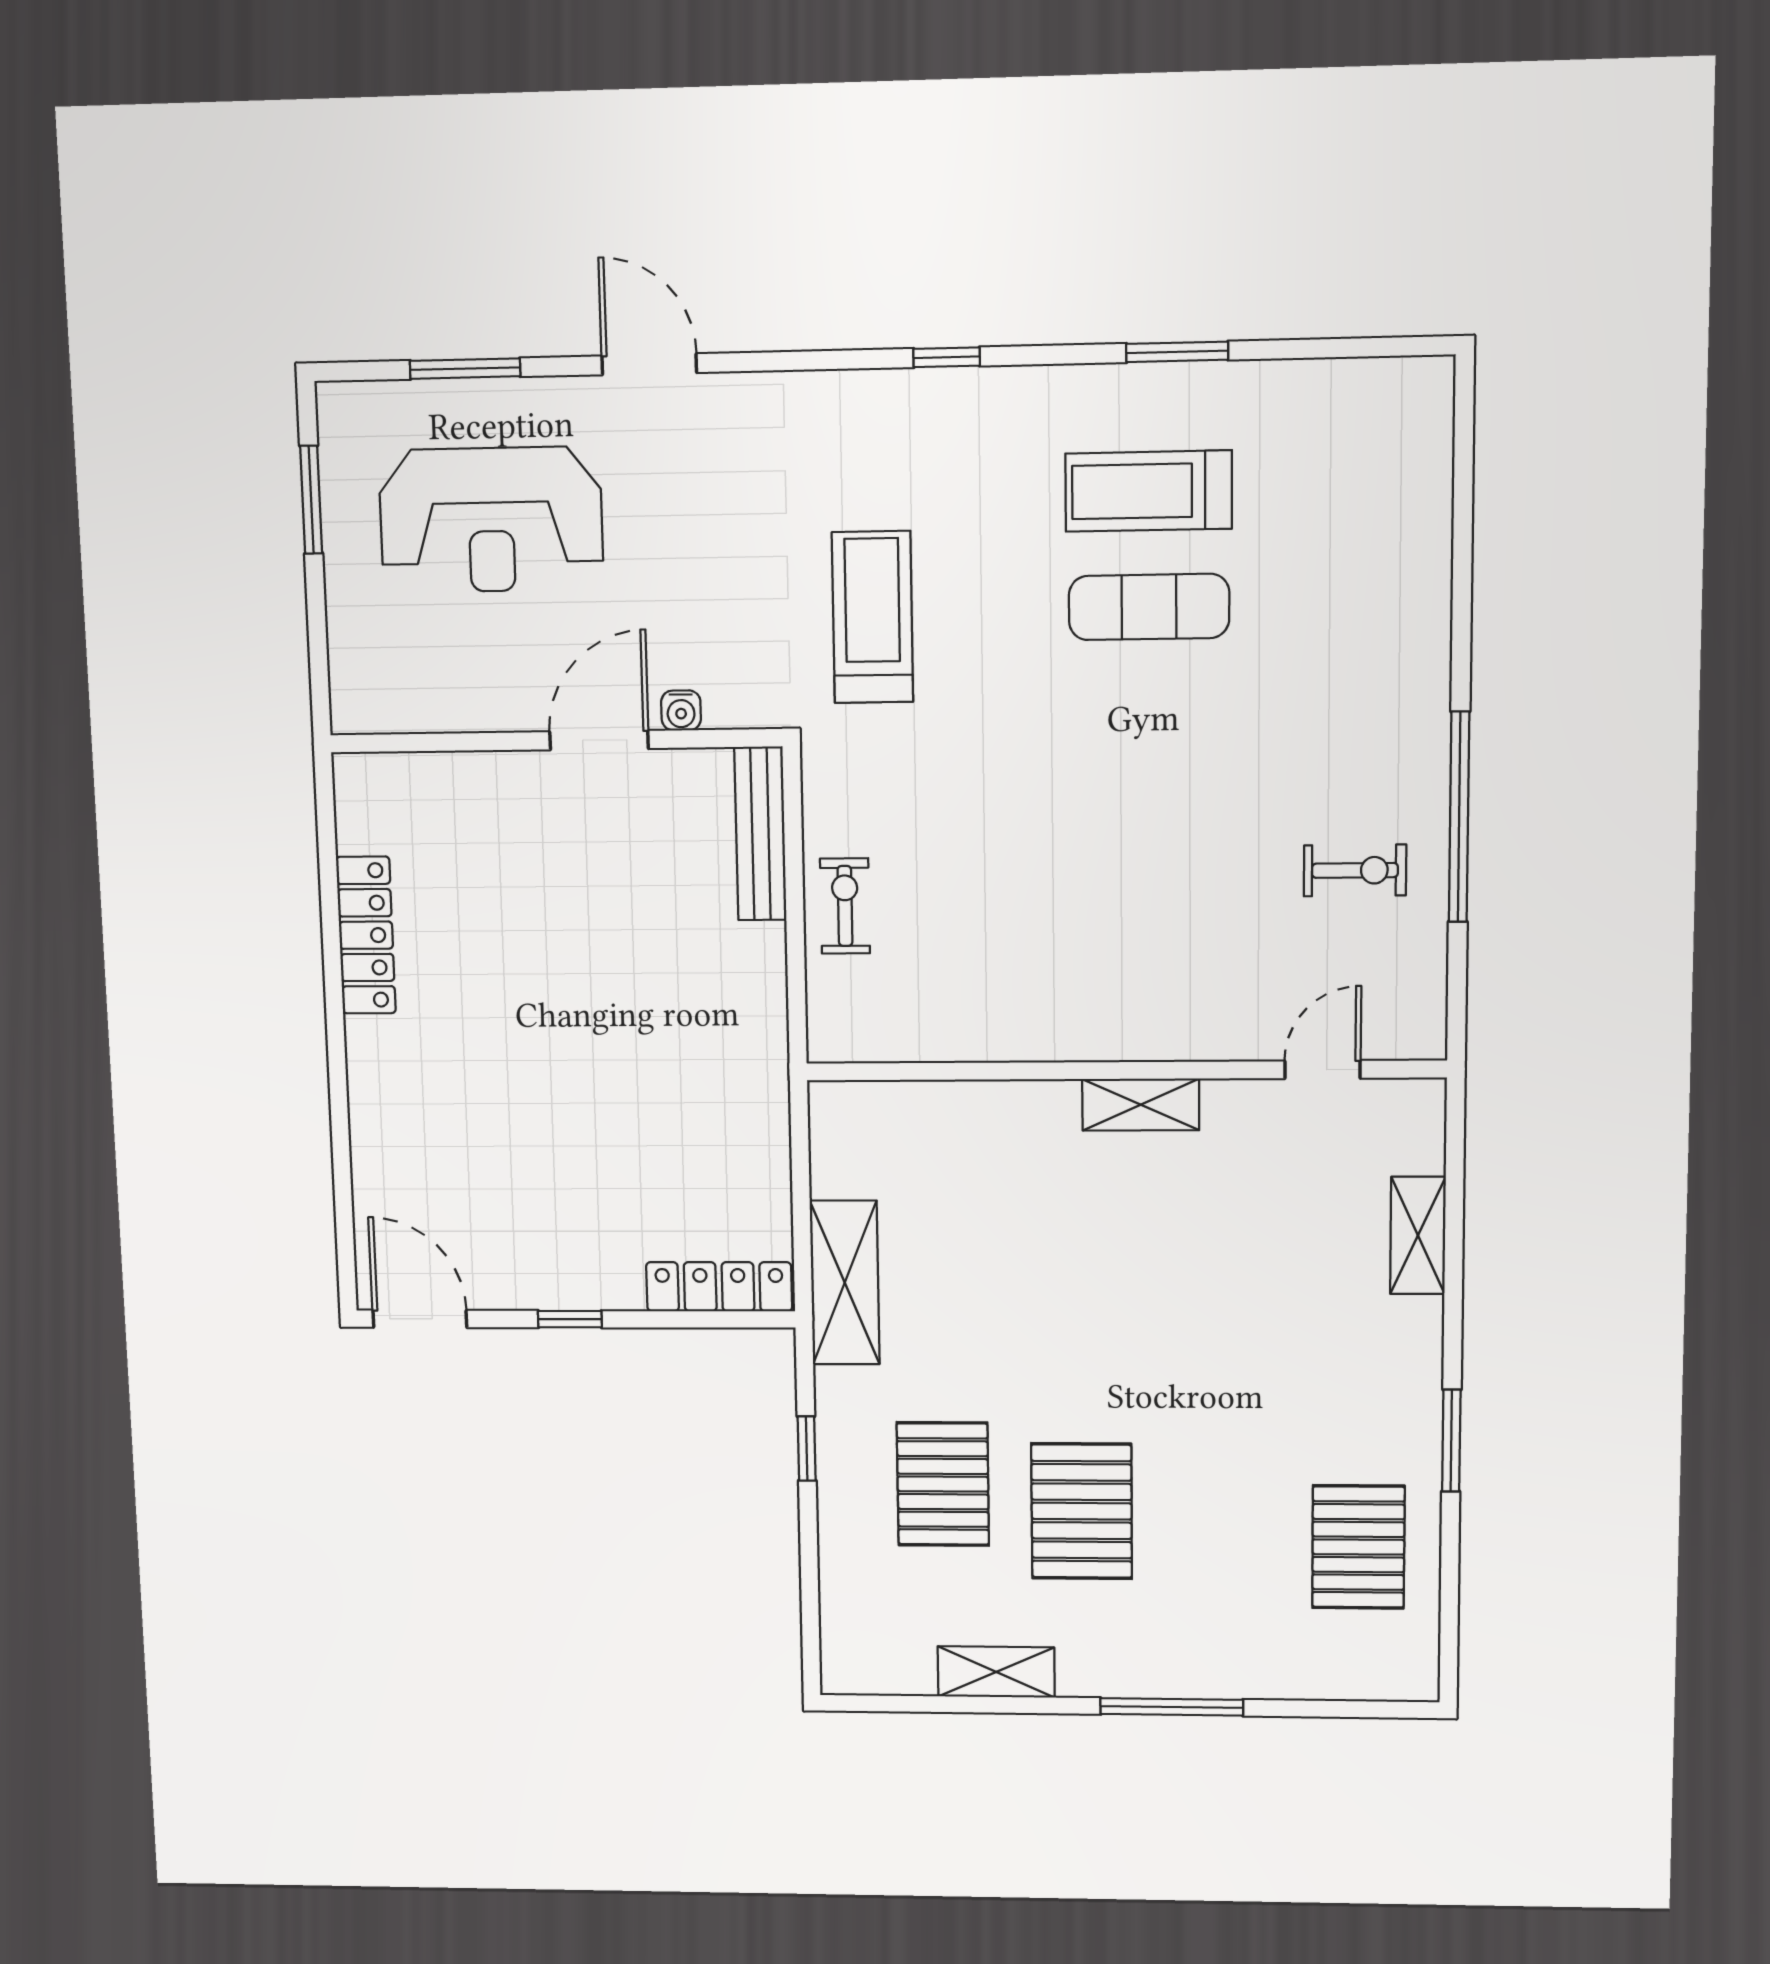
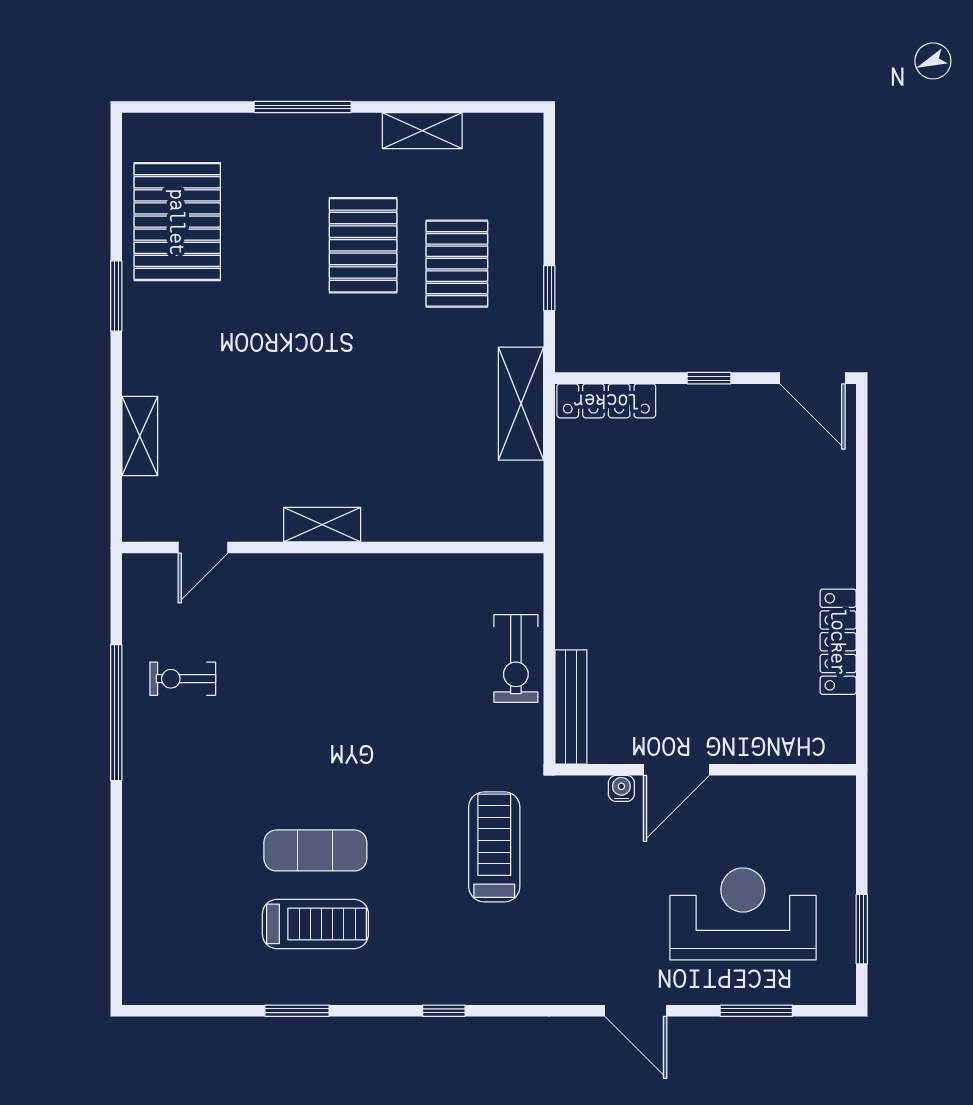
treadmill: (873, 617) -> (494, 847), turned 180
exercise bike: (845, 906) -> (516, 659), width x1.38, depth x1.39
pallet: (1358, 1547) -> (177, 222), width x1.37, depth x1.41

